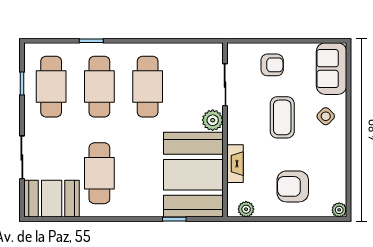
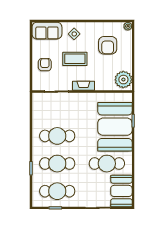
plant: (213, 120) -> (76, 99), removed
fireplace: (235, 164) -> (83, 86), moved
booth: (193, 175) -> (115, 127), moved, turned 90
armchair: (293, 186) -> (108, 45), moved
plant: (246, 209) -> (123, 80), width x1.87, depth x1.87

